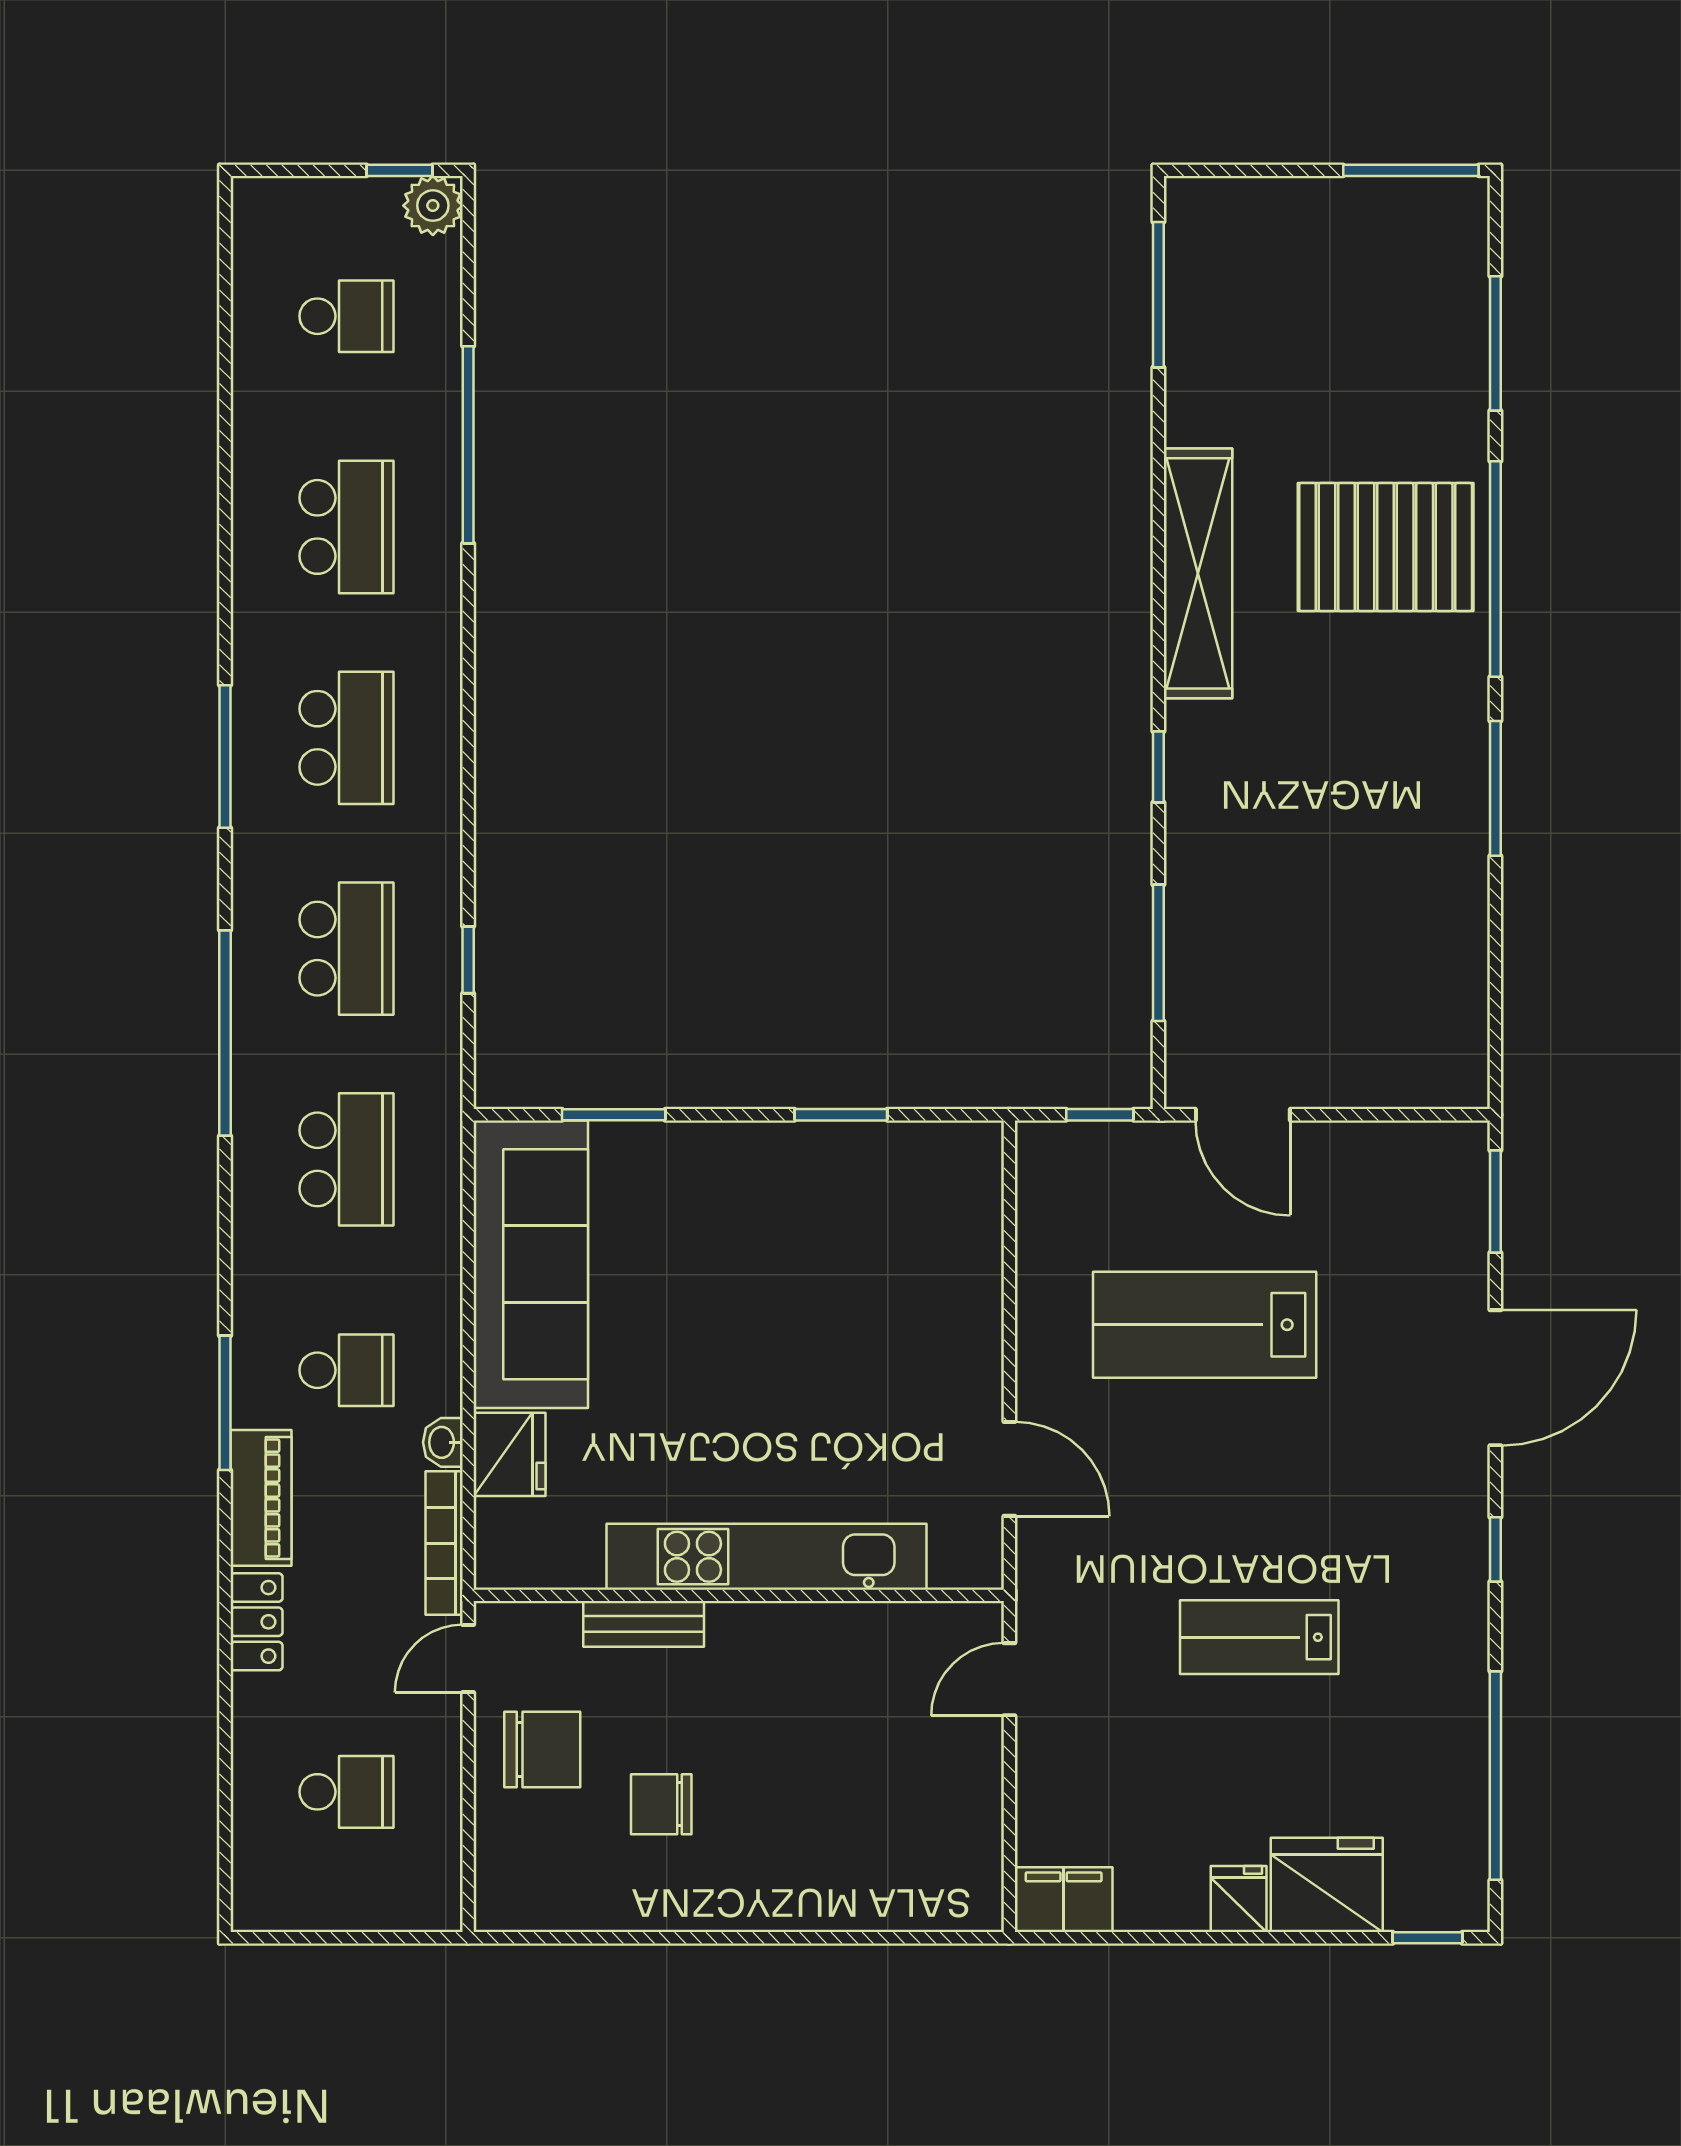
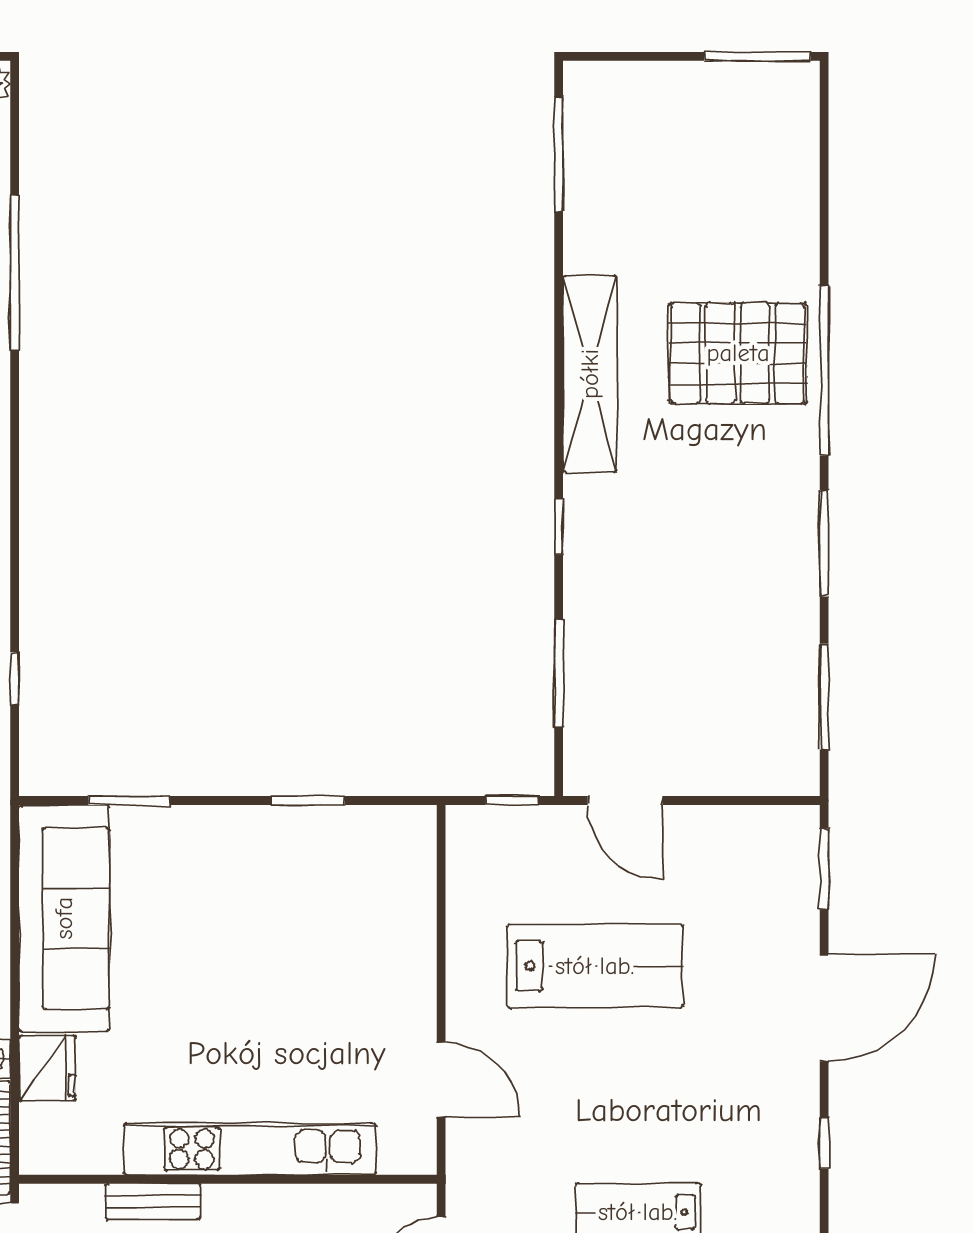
window: (1495, 343) -> (824, 697), moved
lab bench: (1205, 1325) -> (595, 966), turned 180

